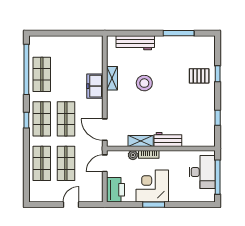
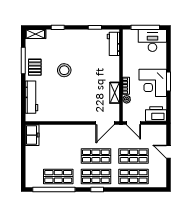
pallet: (199, 76) -> (35, 67), moved
shelving: (112, 78) -> (35, 34), moved
stool: (144, 83) -> (64, 70), moved
freezer: (95, 86) -> (32, 135), moved, turned -90
workbench: (168, 139) -> (113, 44), moved
desk: (202, 172) -> (152, 40), moved

